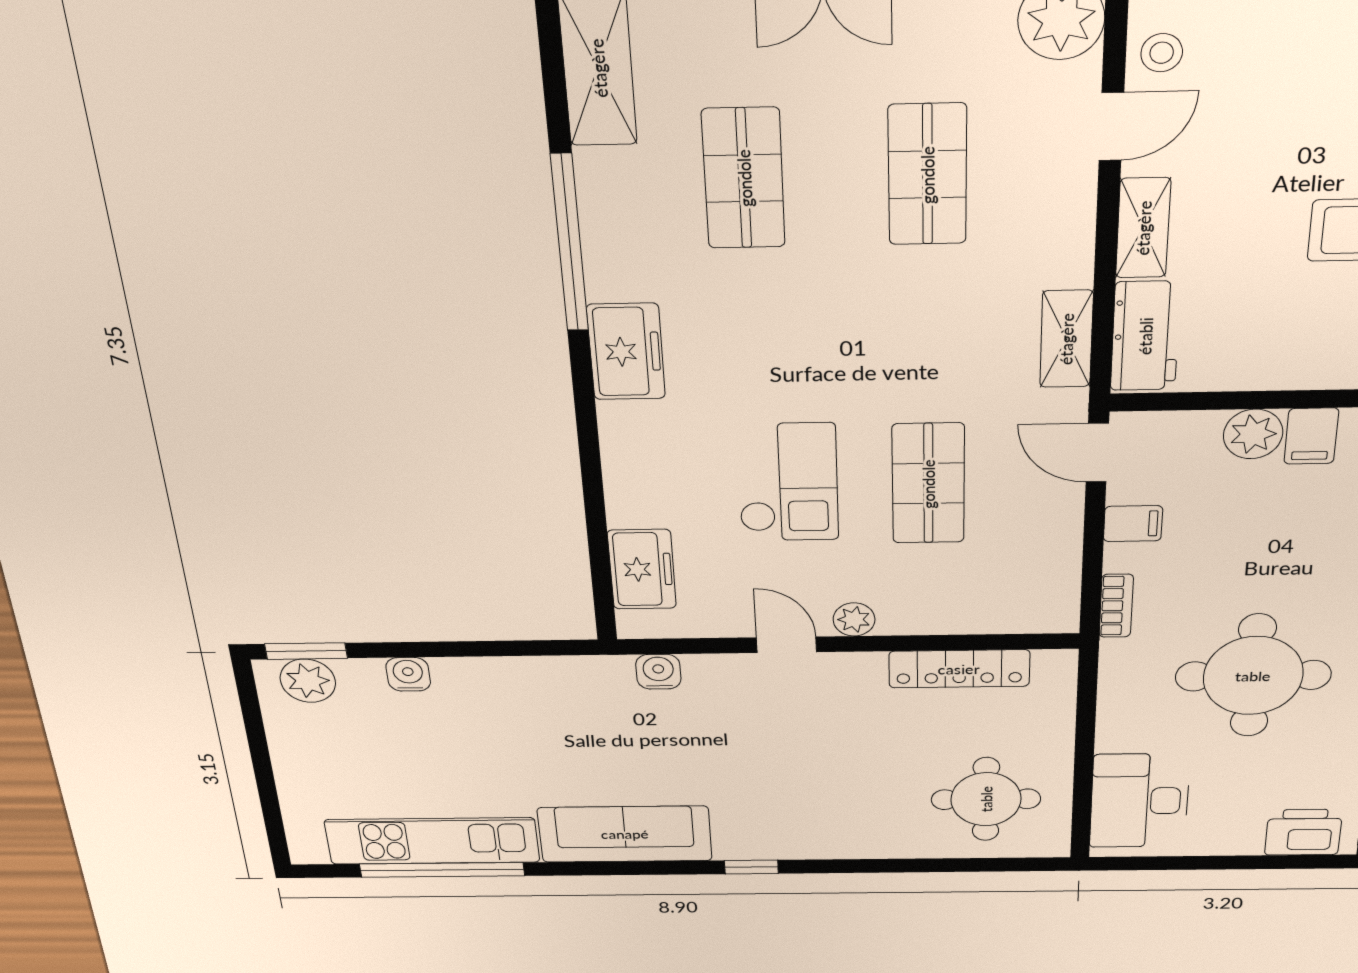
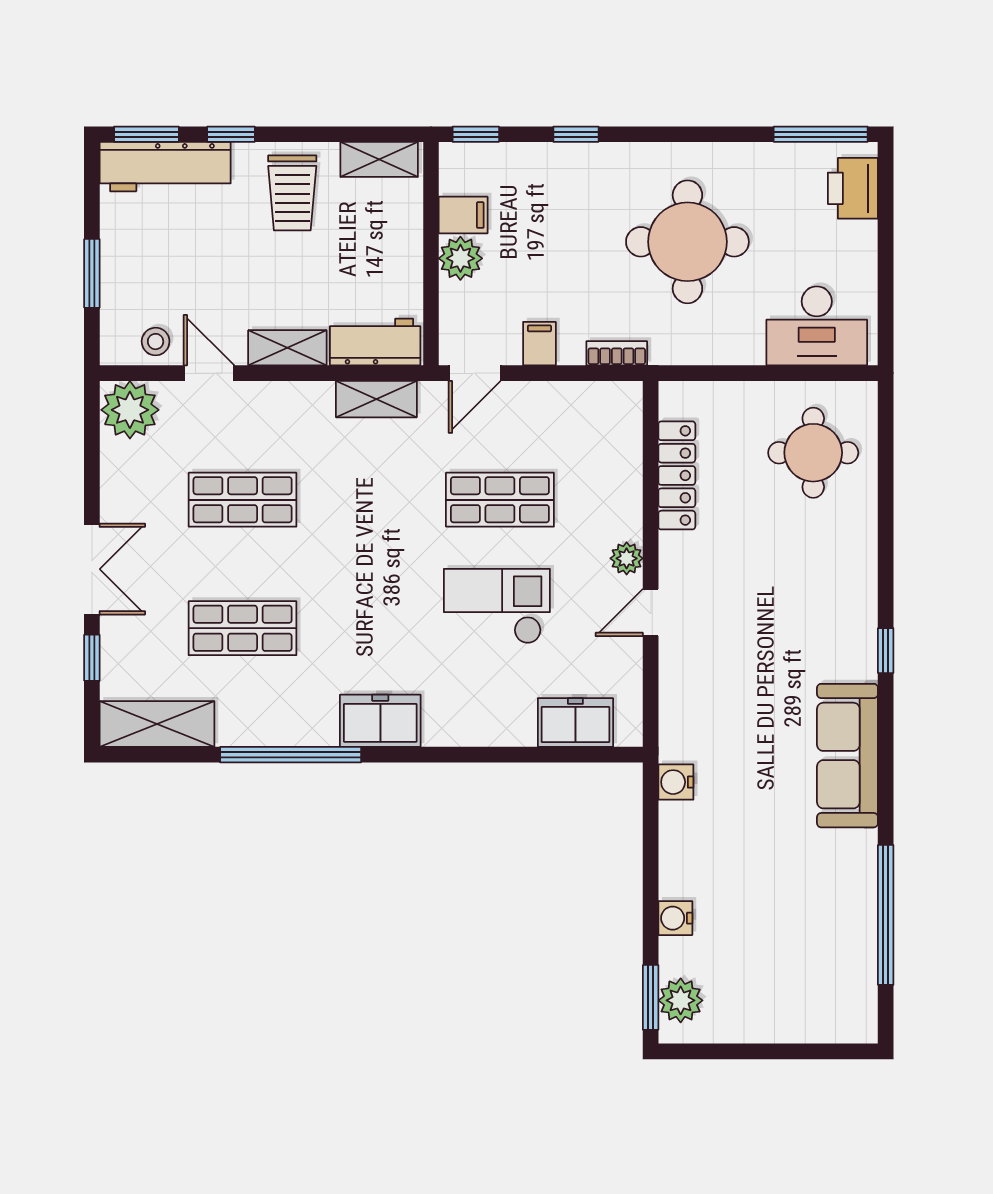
water cooler: (658, 672) -> (676, 782), moved
kitchen unit: (432, 841) -> (853, 919), removed

